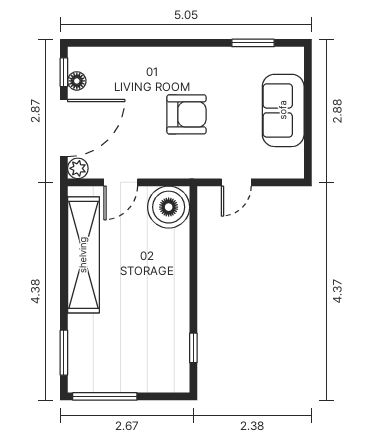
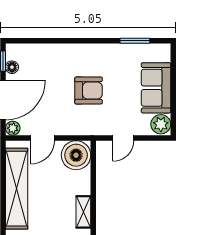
plant: (290, 163) -> (161, 124), added
shelving: (179, 288) -> (83, 212), added

